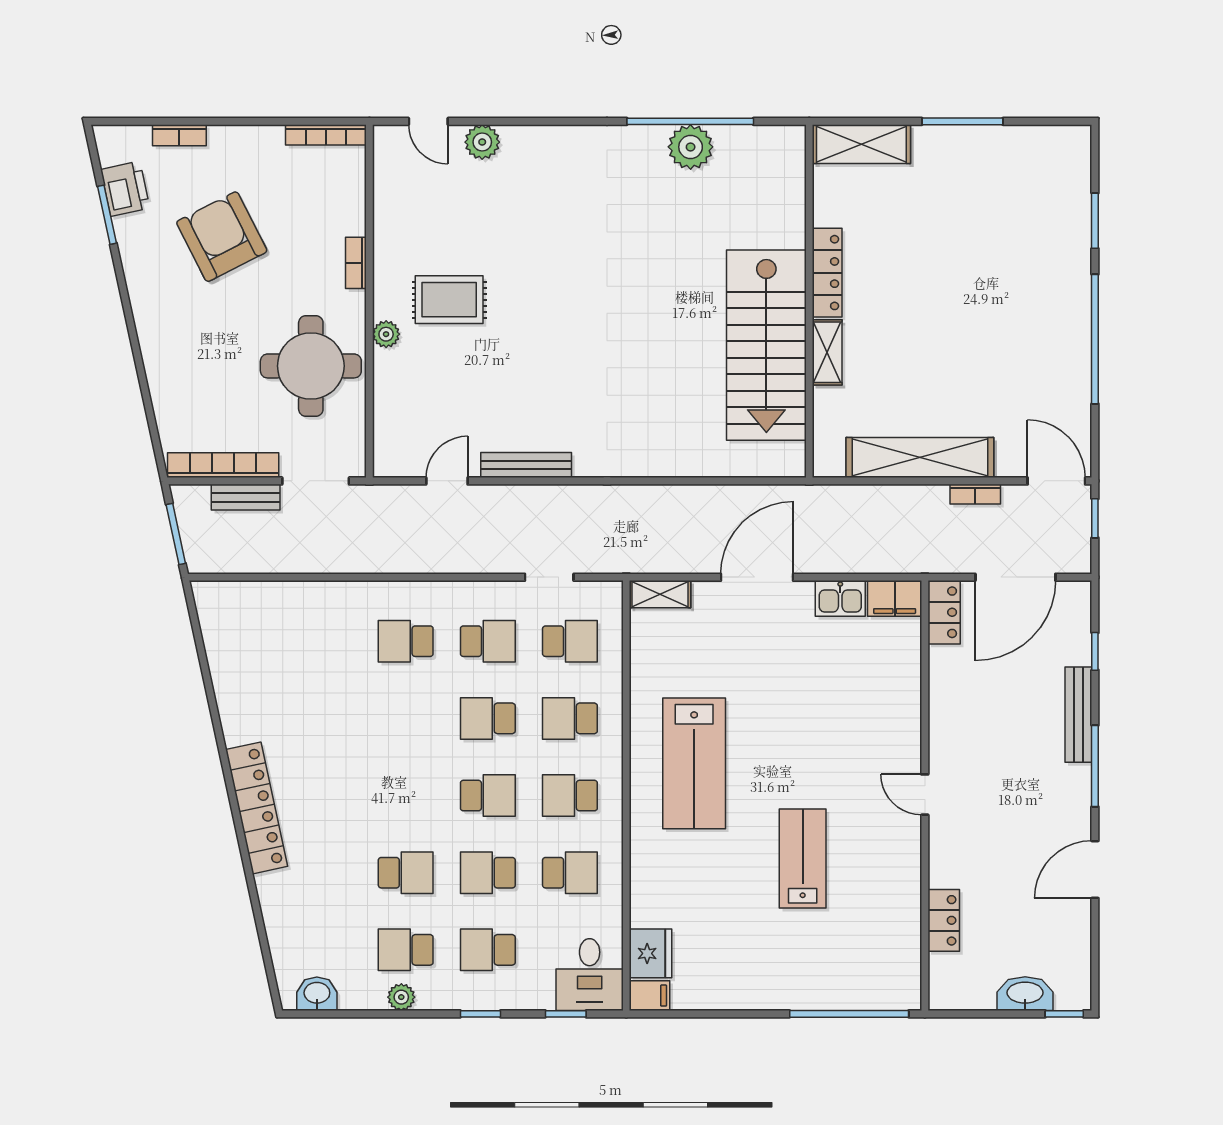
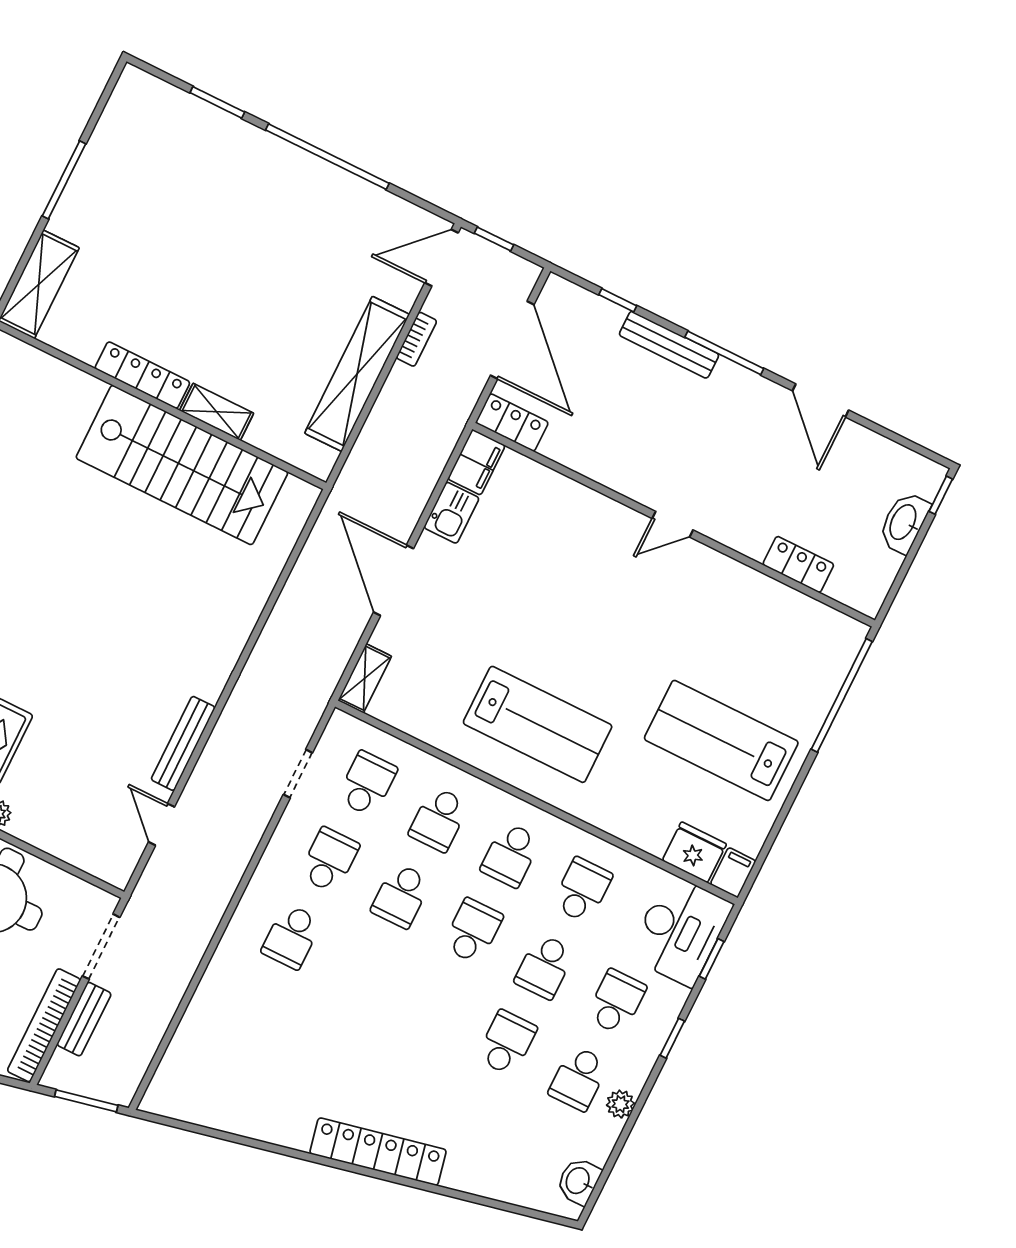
lab bench: (803, 859) -> (721, 740), moved, width x1.36, depth x1.39
school desk: (488, 950) -> (616, 1002), turned 180
desk: (590, 975) -> (680, 930), width x1.37

